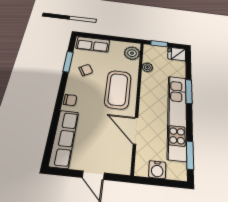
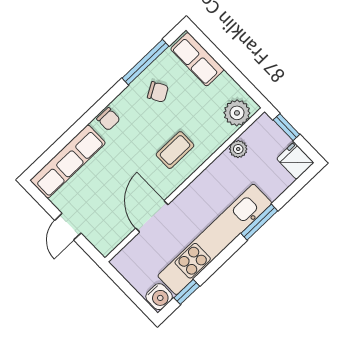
window: (68, 62) -> (145, 62), width x1.44
coffee table: (118, 89) -> (175, 150), width x0.54, depth x0.58
window: (190, 155) -> (187, 292), width x0.67
water cooler: (157, 170) -> (159, 297), moved, turned -90

